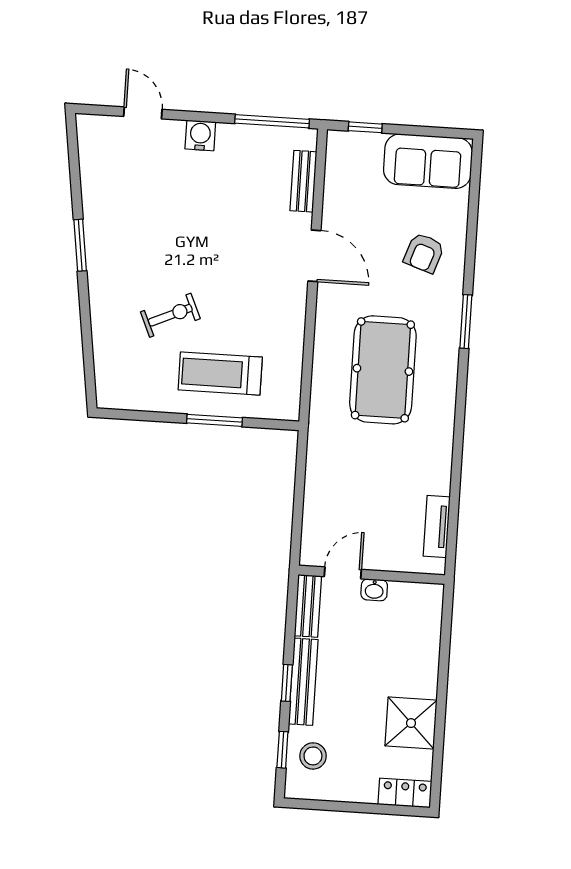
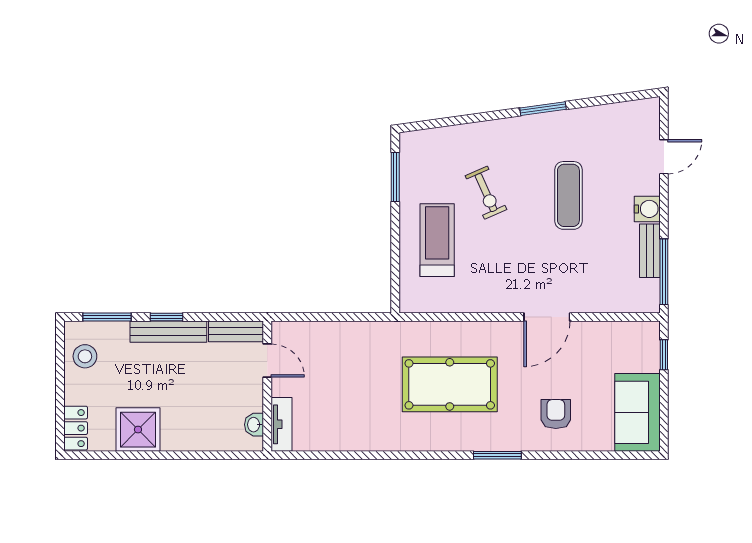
bench: (303, 181) -> (650, 251), moved, turned 90
exercise mat: (179, 223) -> (568, 195), added
armchair: (424, 253) -> (556, 414), turned 71
window: (214, 420) -> (395, 177), moved
tv unit: (437, 526) -> (281, 424), moved, turned 90
washbasin: (374, 590) -> (254, 425), moved
window: (282, 750) -> (107, 317), width x1.50
stool: (313, 756) -> (85, 356), moved

